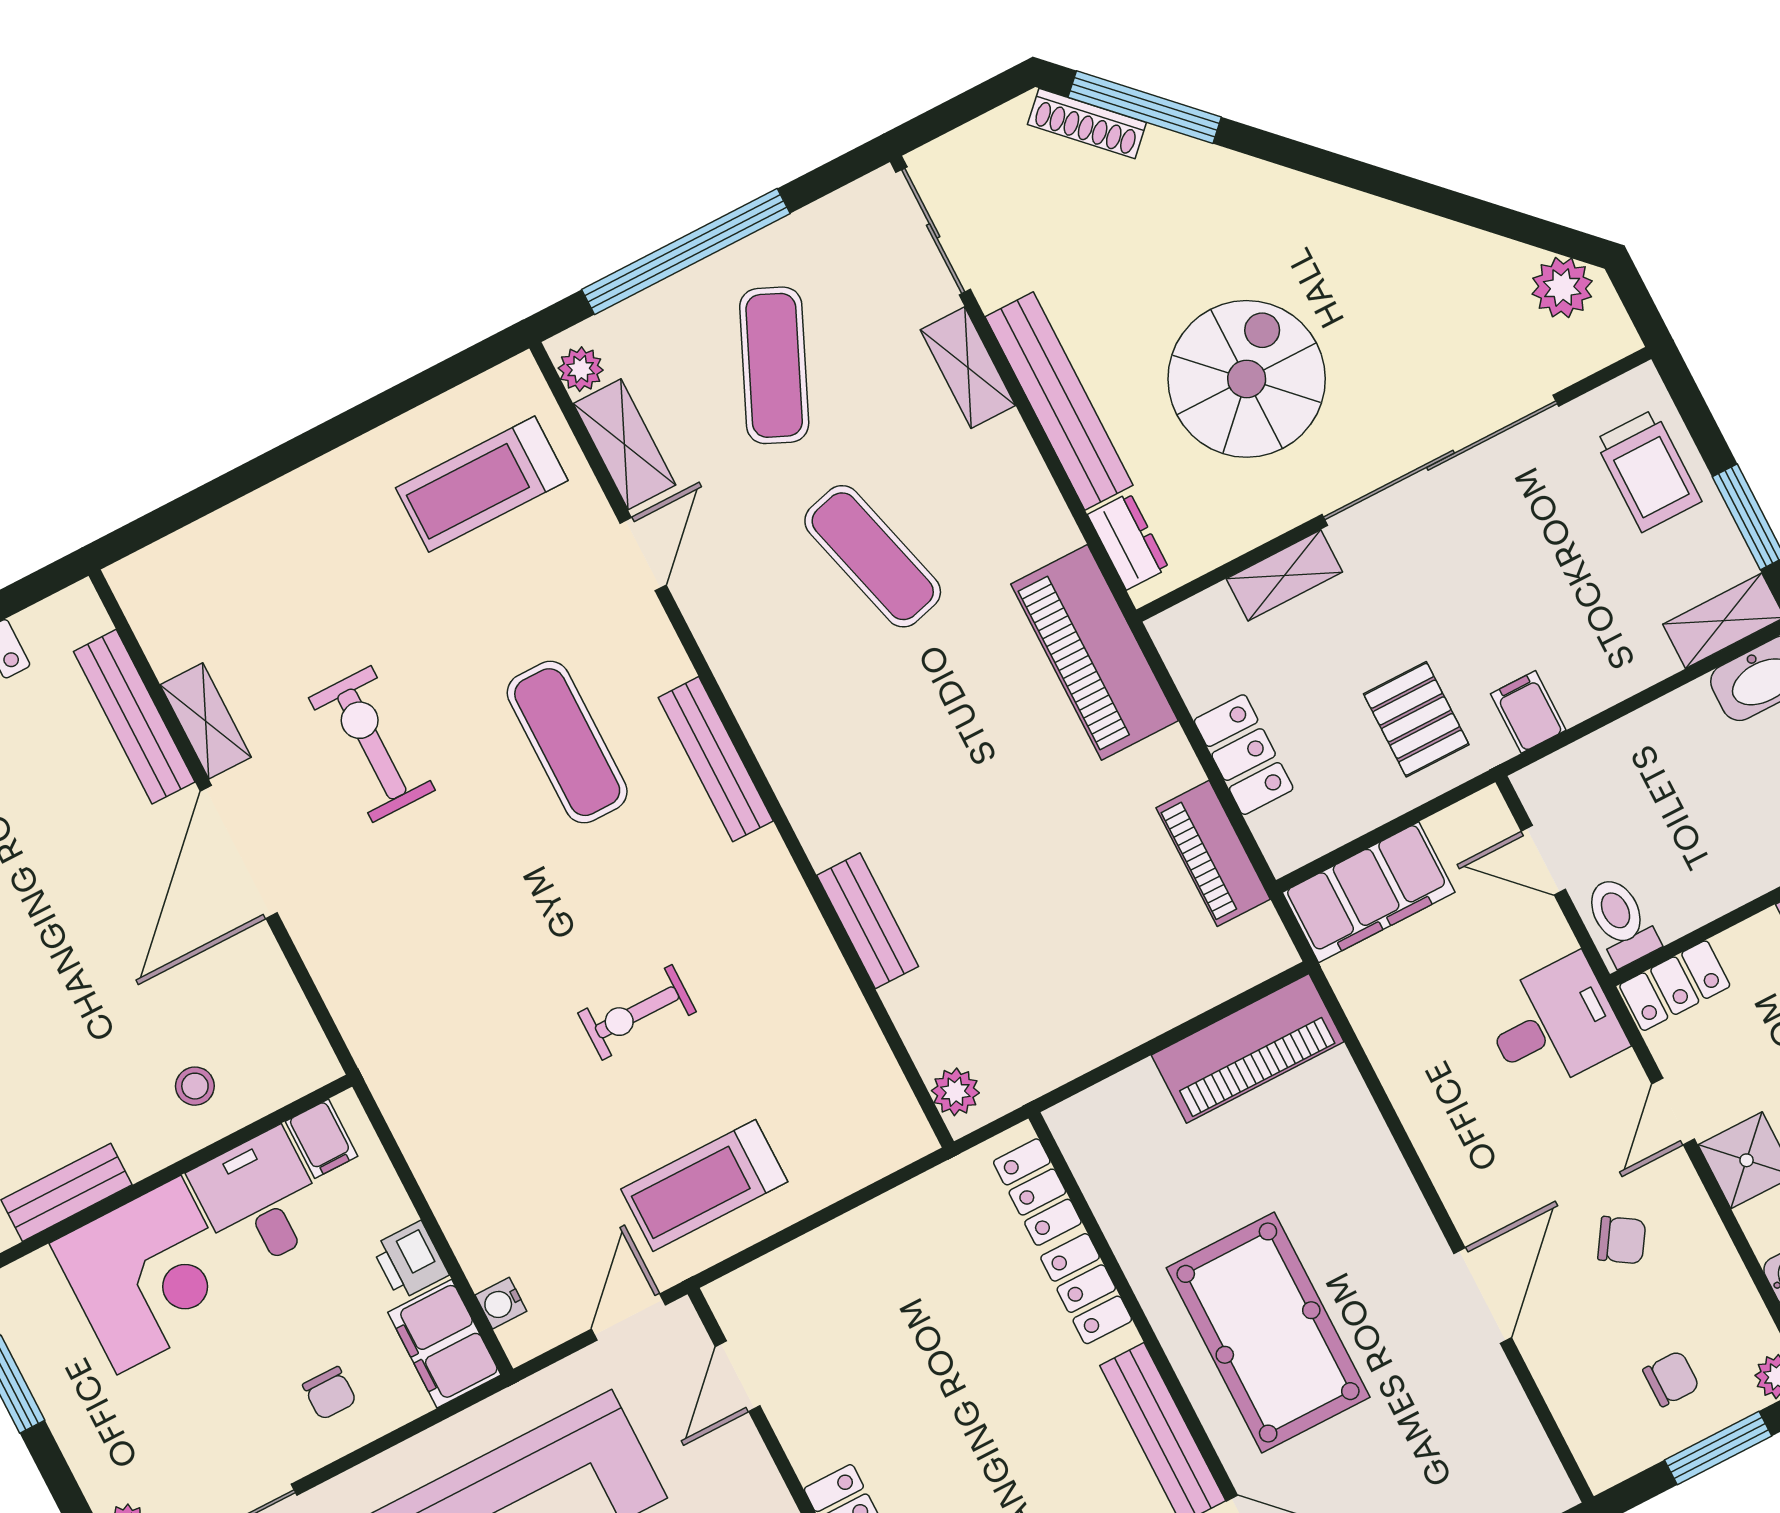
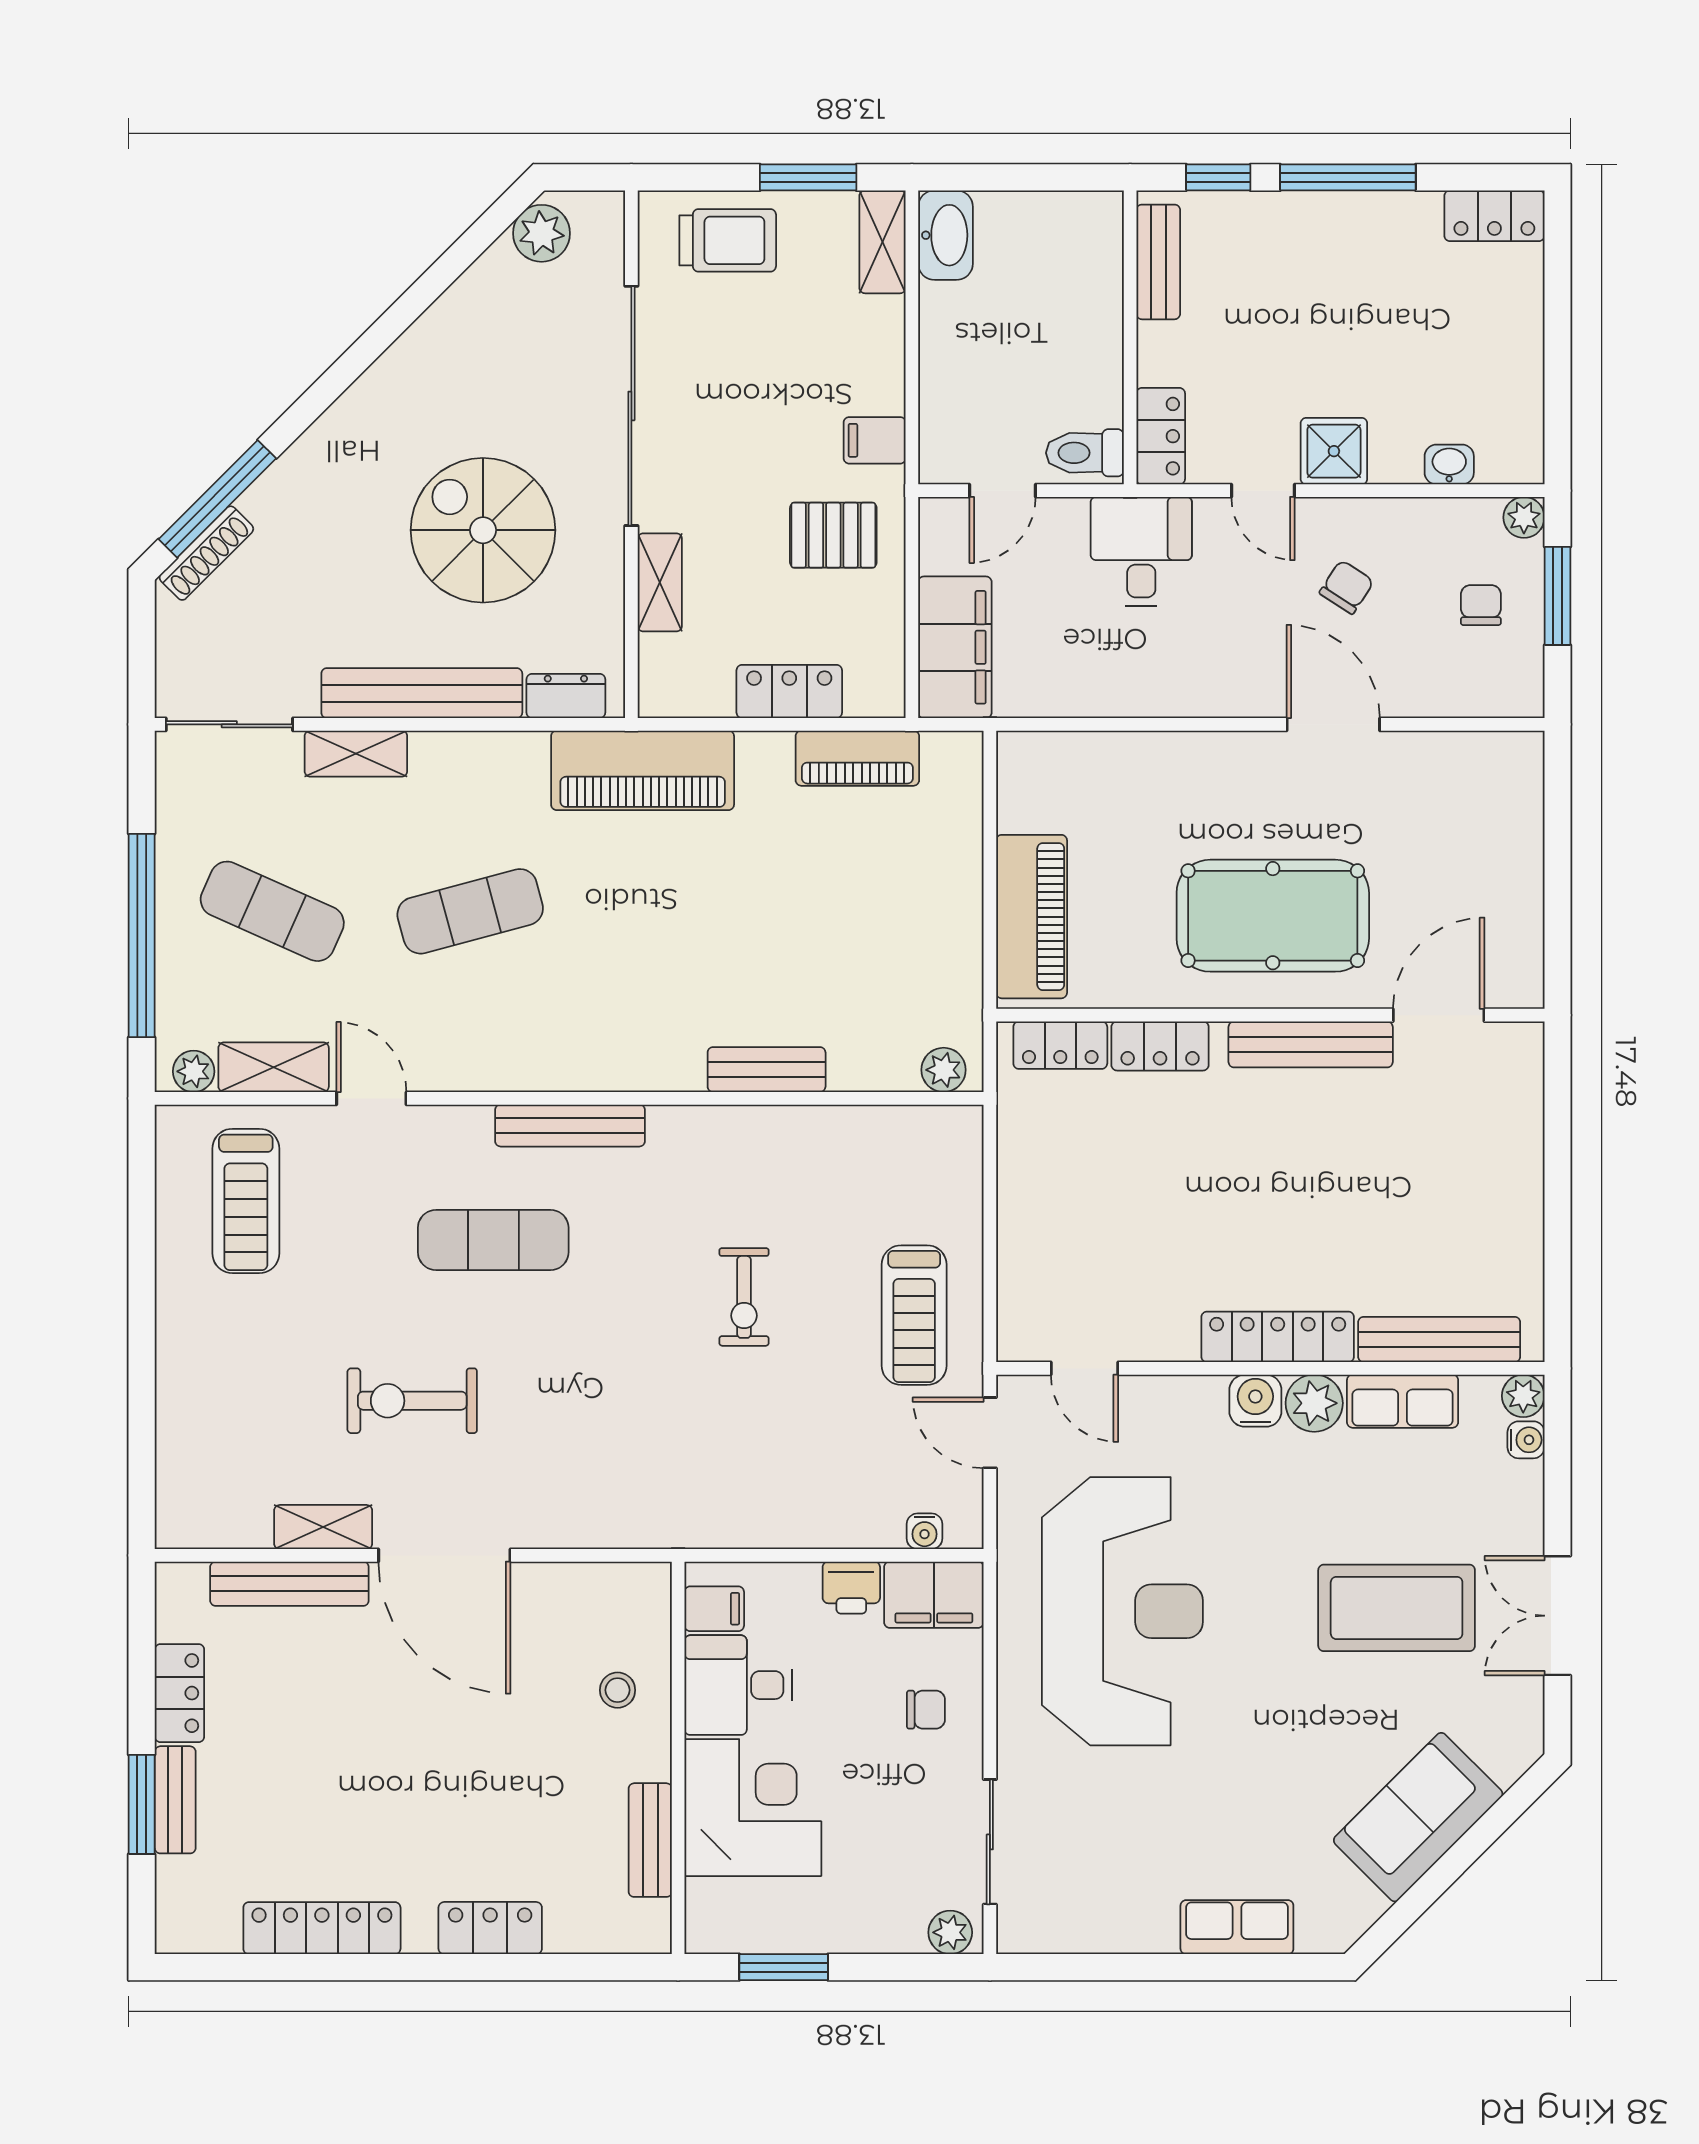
piano: (1248, 1048) -> (1032, 917), moved

